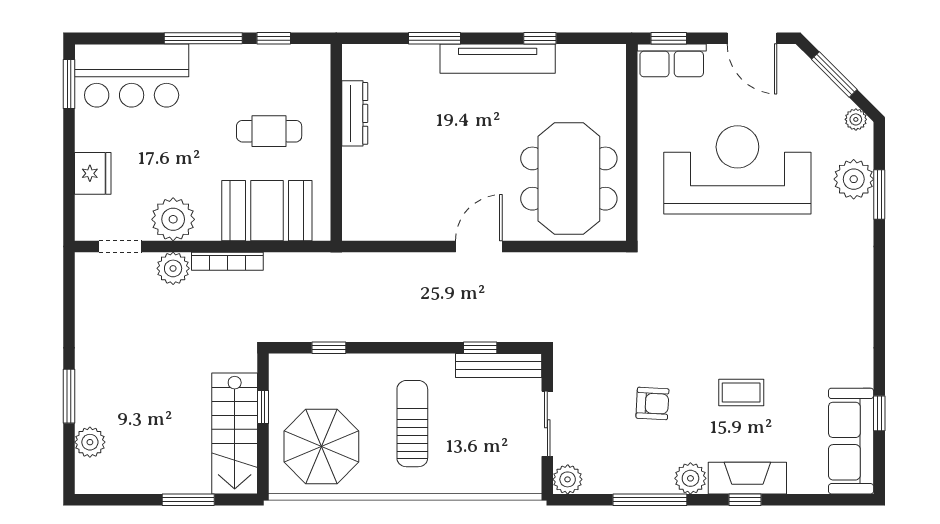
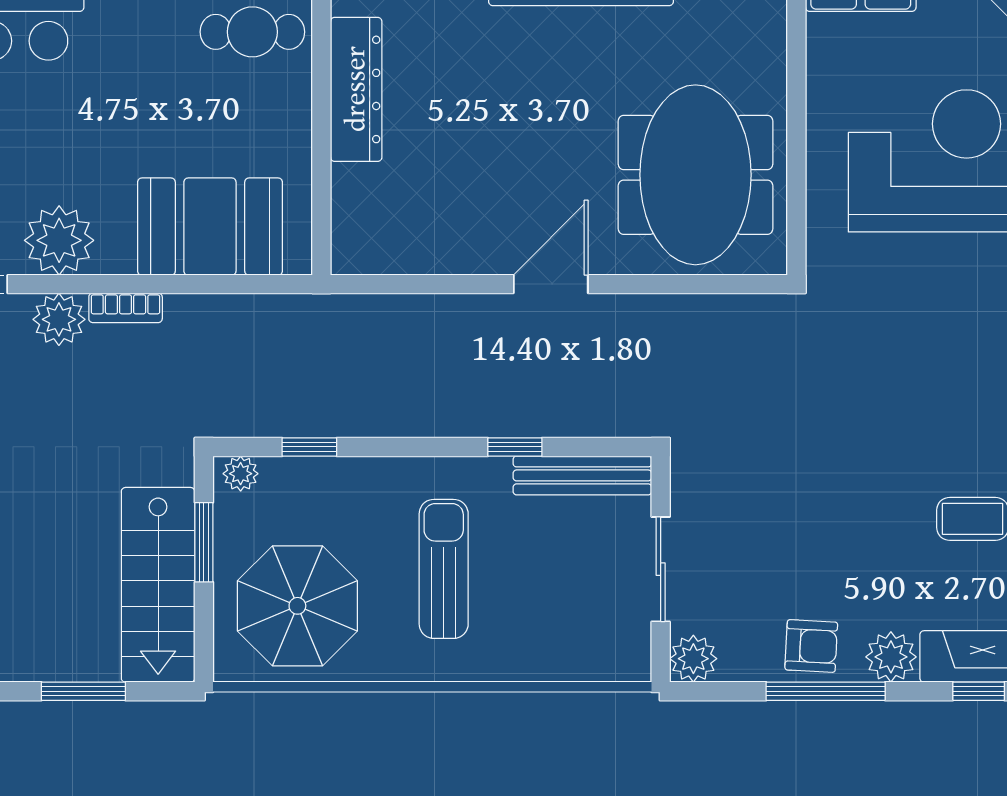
dresser: (355, 113) -> (356, 89), width x1.37, depth x1.24
cafe table: (269, 131) -> (252, 32), moved
bookcase: (227, 261) -> (126, 308), width x0.64
window: (480, 348) -> (515, 447), moved
plant: (286, 364) -> (241, 474), added
armchair: (652, 403) -> (811, 646), moved
window: (263, 407) -> (204, 542), width x1.50

